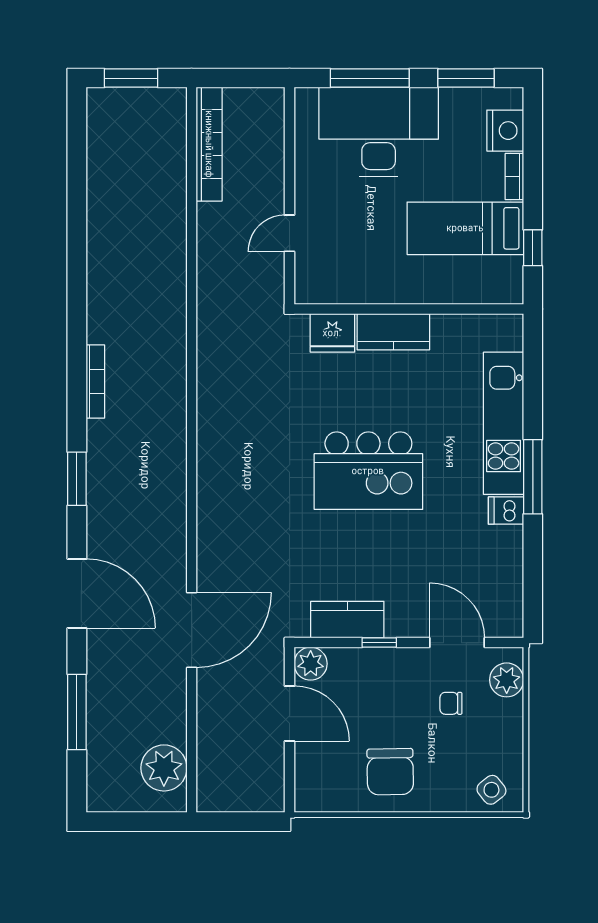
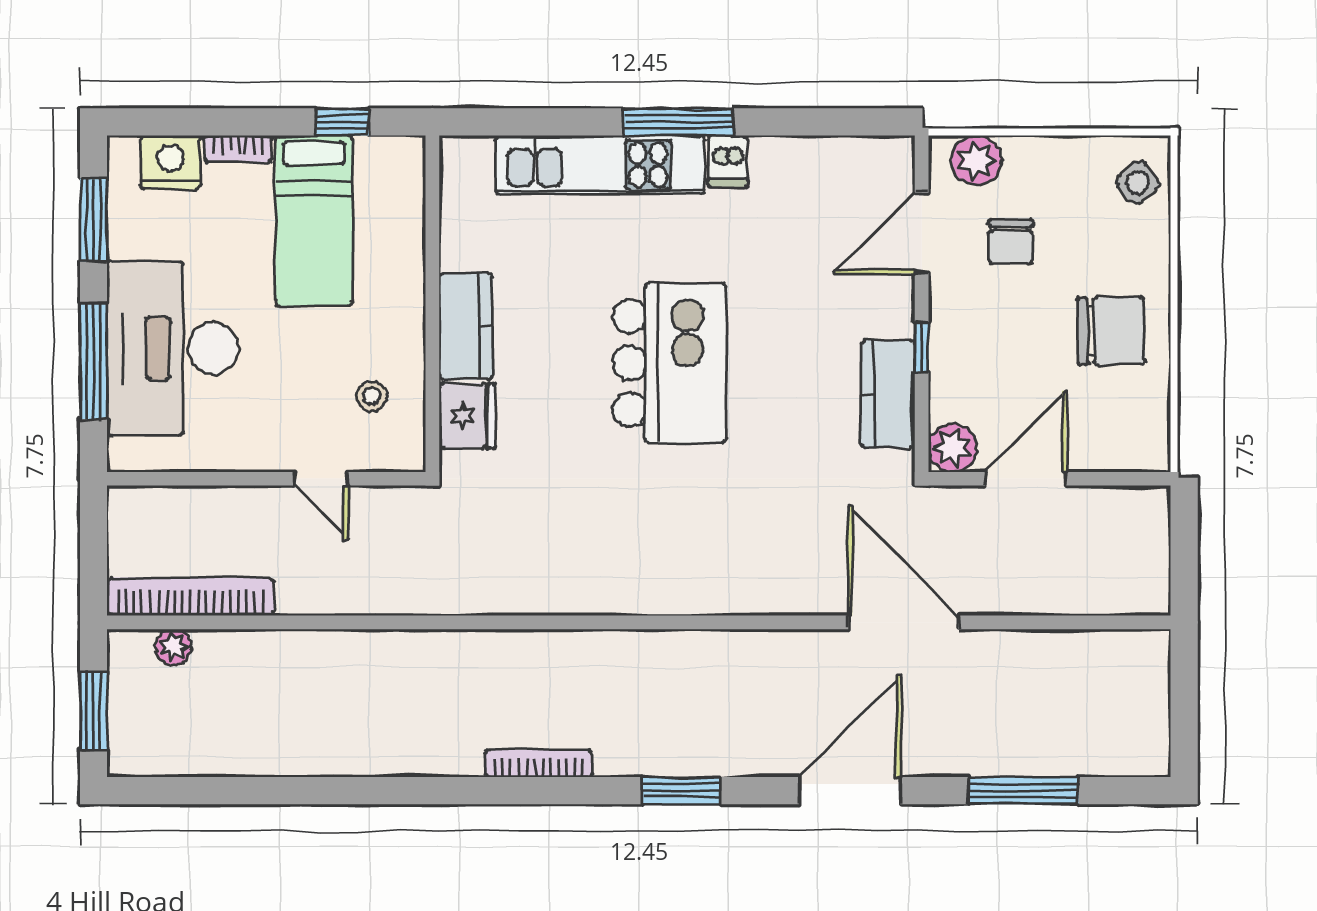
stool: (346, 268) -> (372, 396), added
chair: (451, 703) -> (1011, 242), width x1.37, depth x1.37
plant: (164, 768) -> (173, 647), moved, width x0.53, depth x0.53

